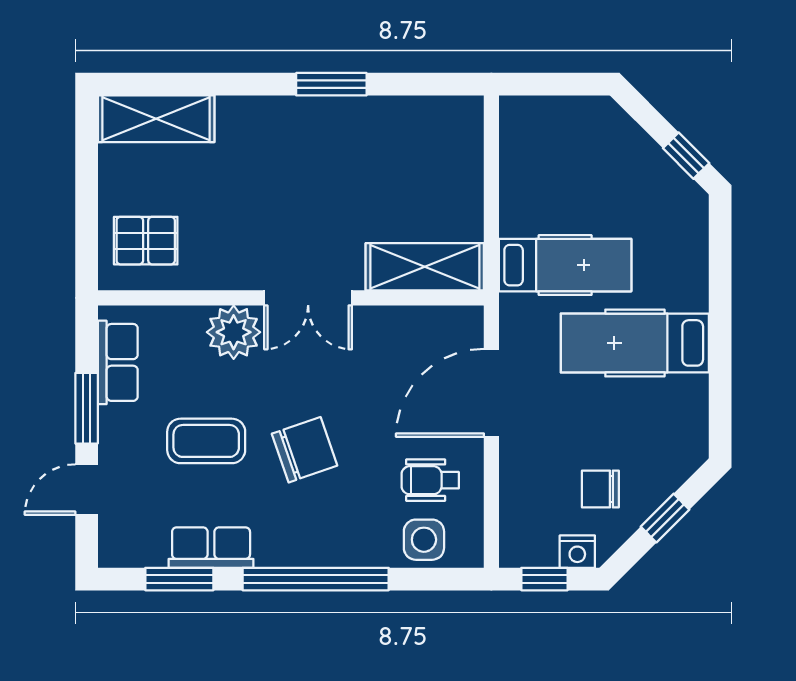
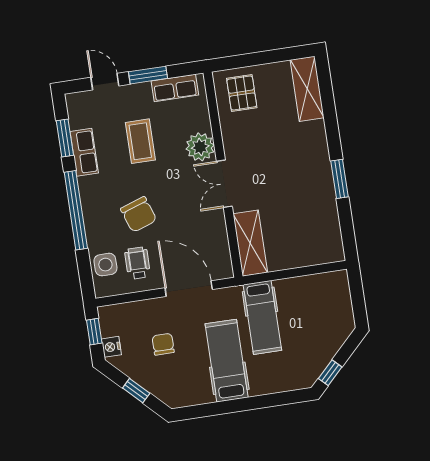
chair: (305, 450) -> (139, 214), moved
chair: (600, 489) -> (163, 344), moved

